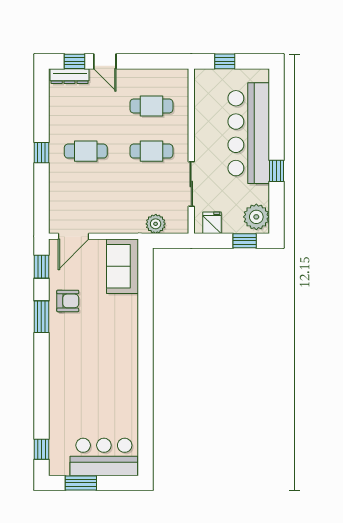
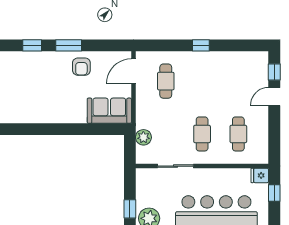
dresser: (70, 76) -> (262, 68), removed
cafe table: (86, 151) -> (166, 81), moved
fridge: (212, 223) -> (260, 175), moved, turned 180
door: (73, 236) -> (133, 71), hinge flipped
window: (41, 267) -> (32, 45), moved

